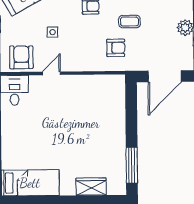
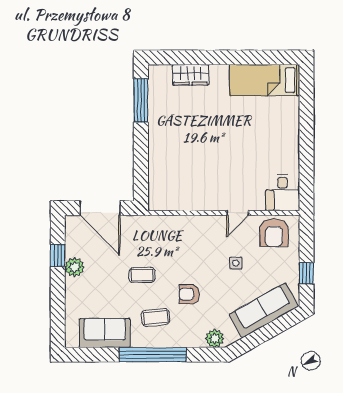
armchair: (116, 48) -> (159, 243), removed
door: (165, 76) -> (100, 208), swing flipped

